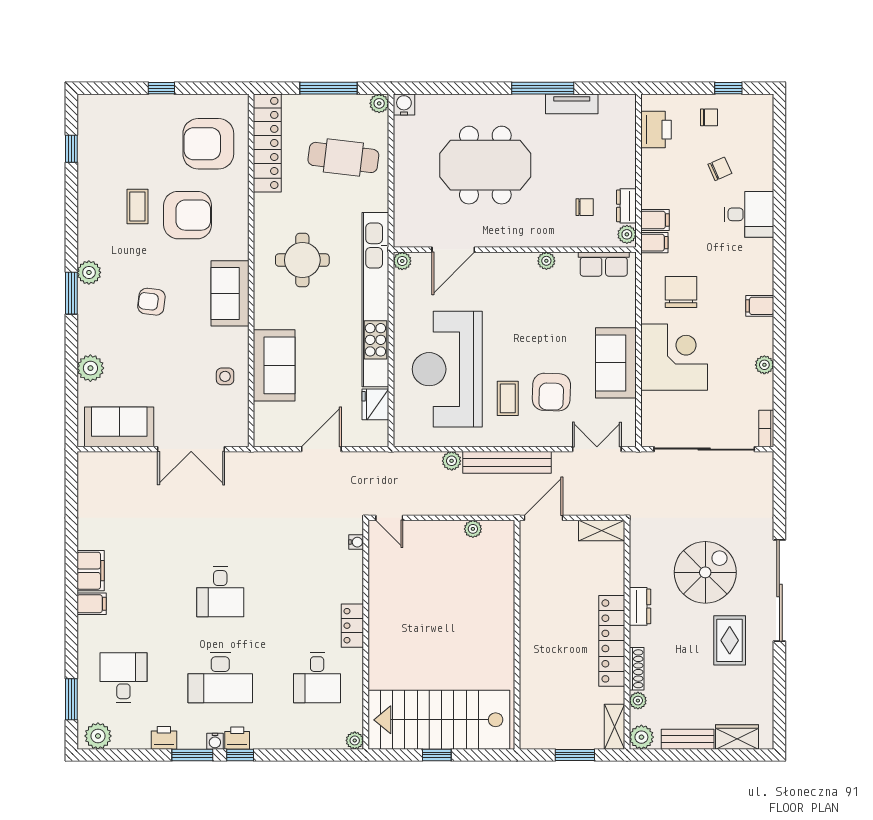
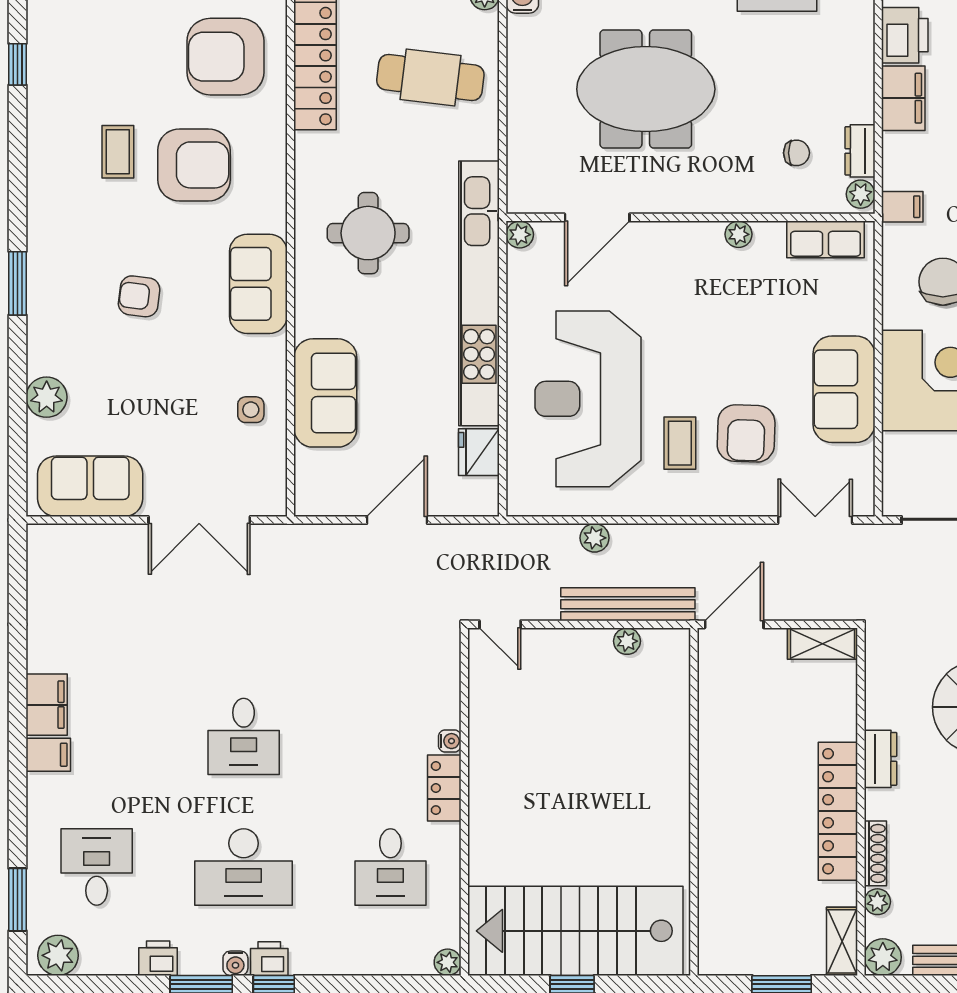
filing cabinet: (655, 220) -> (903, 98), moved, width x2.00
plant: (89, 272) -> (44, 252), removed
bench: (507, 462) -> (628, 604), moved
water cooler: (356, 542) -> (450, 741), moved

